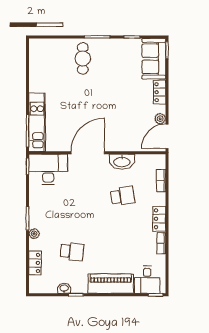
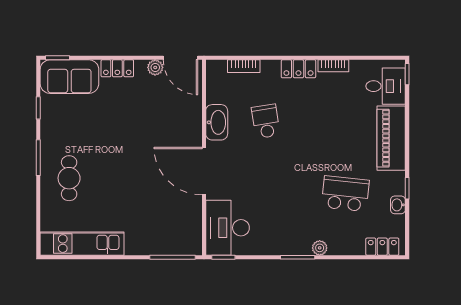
cafe table: (83, 58) -> (69, 178), turned 90
kitchen unit: (37, 122) -> (82, 244), moved
school desk: (72, 252) -> (345, 194), width x1.85
locker: (35, 263) -> (382, 247), moved

